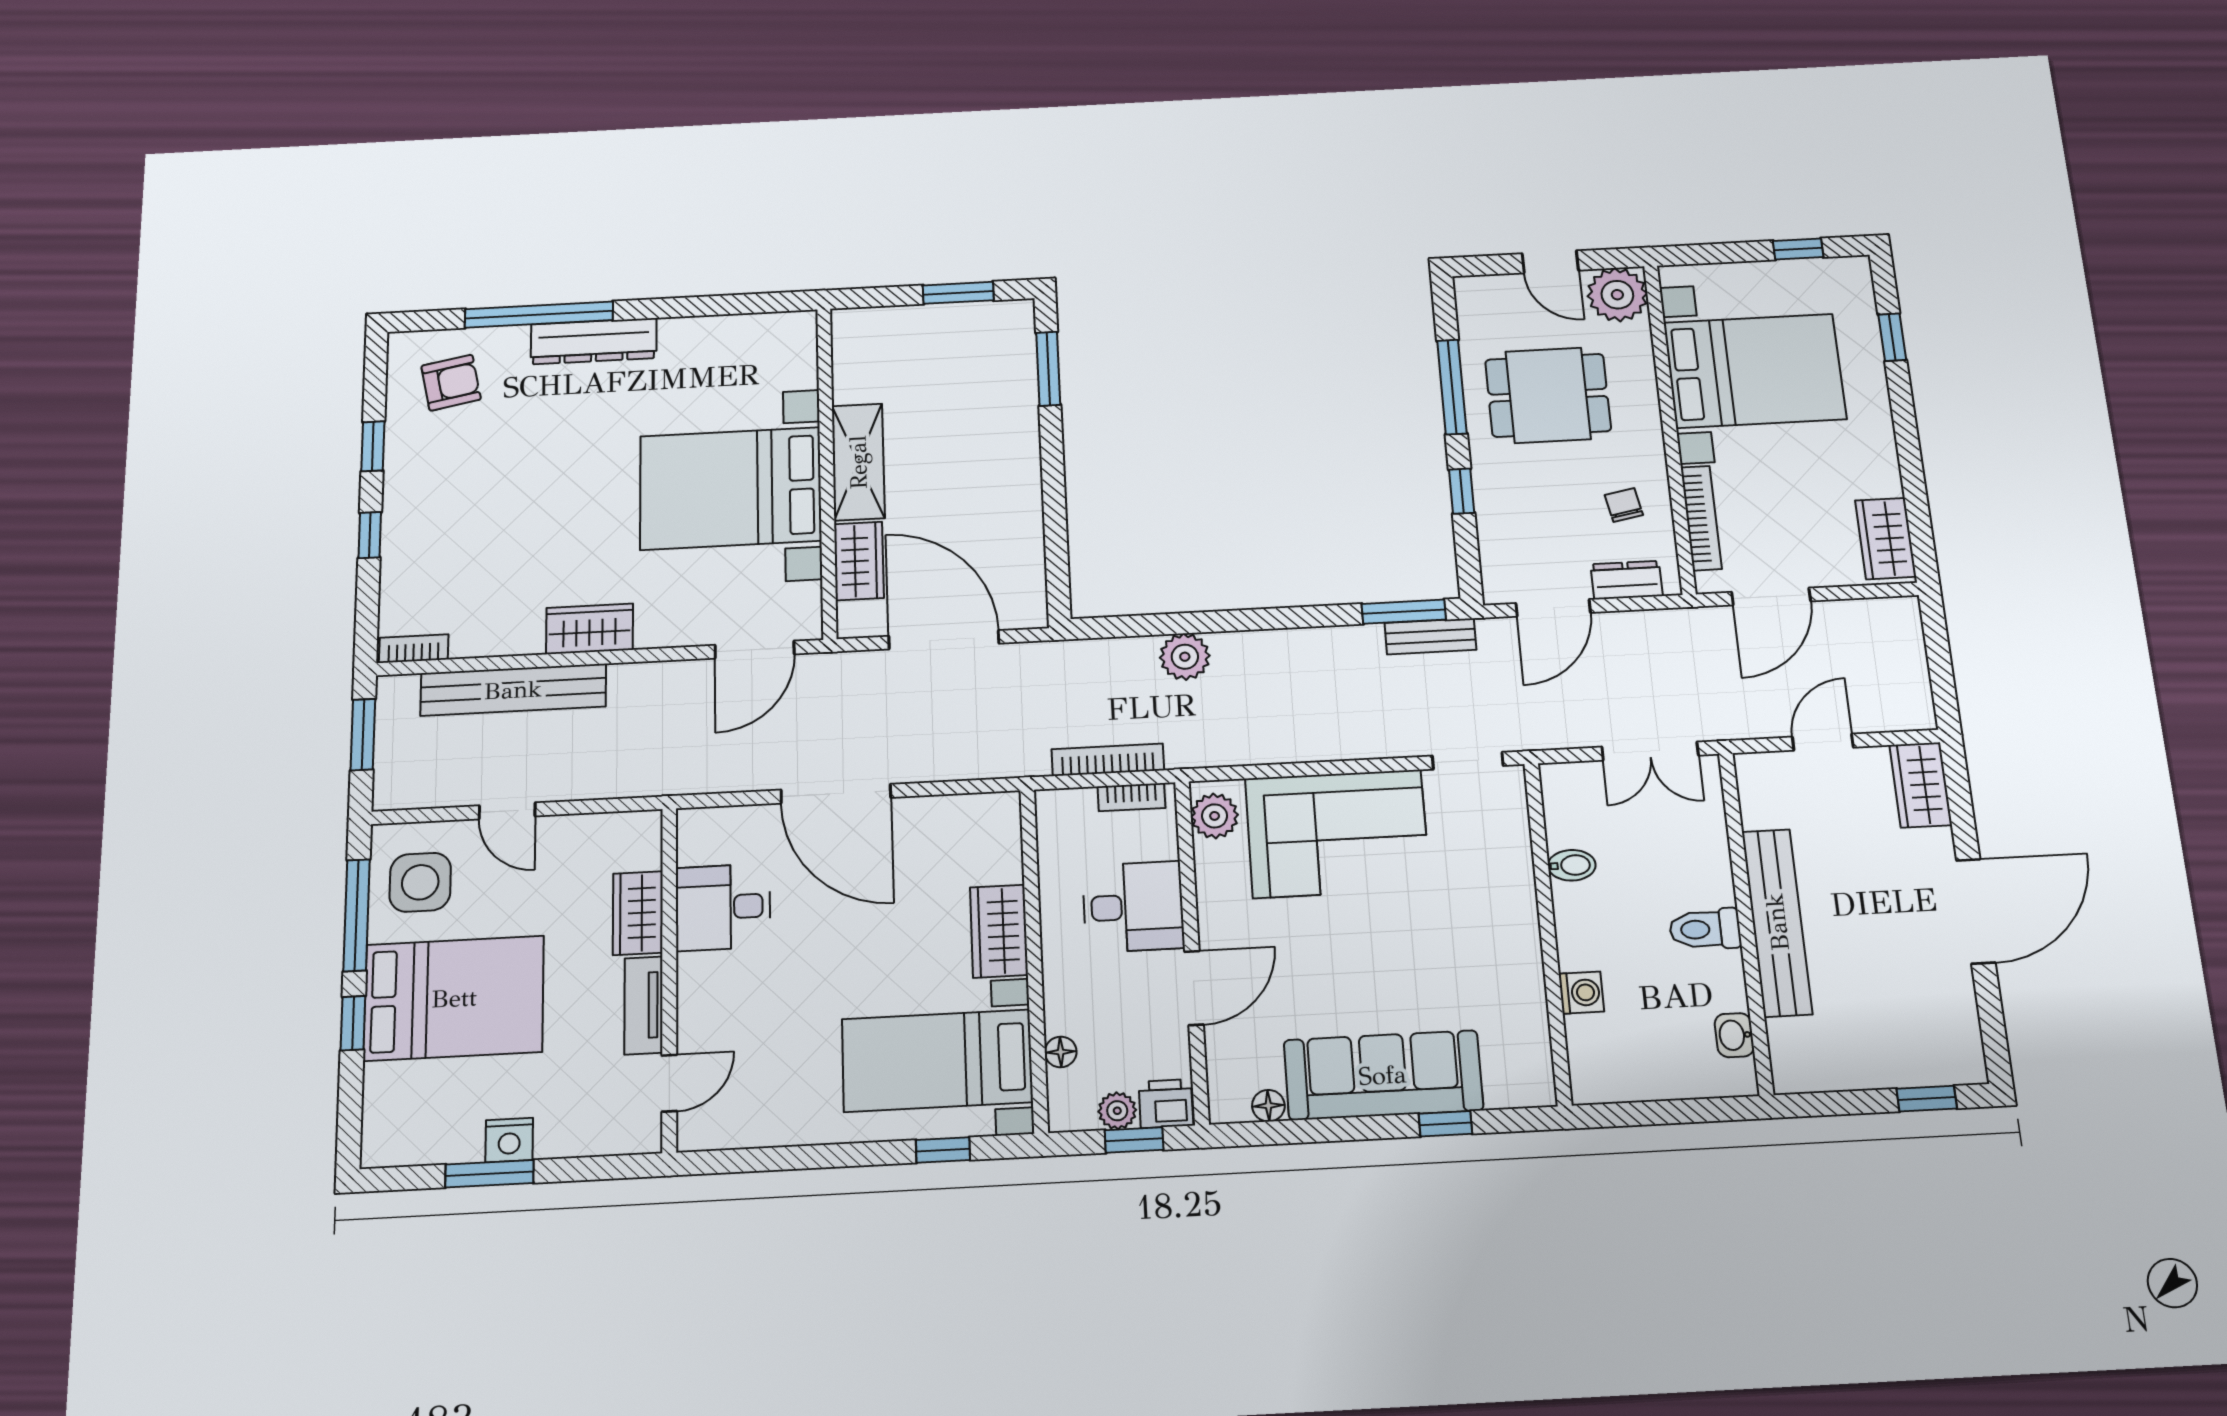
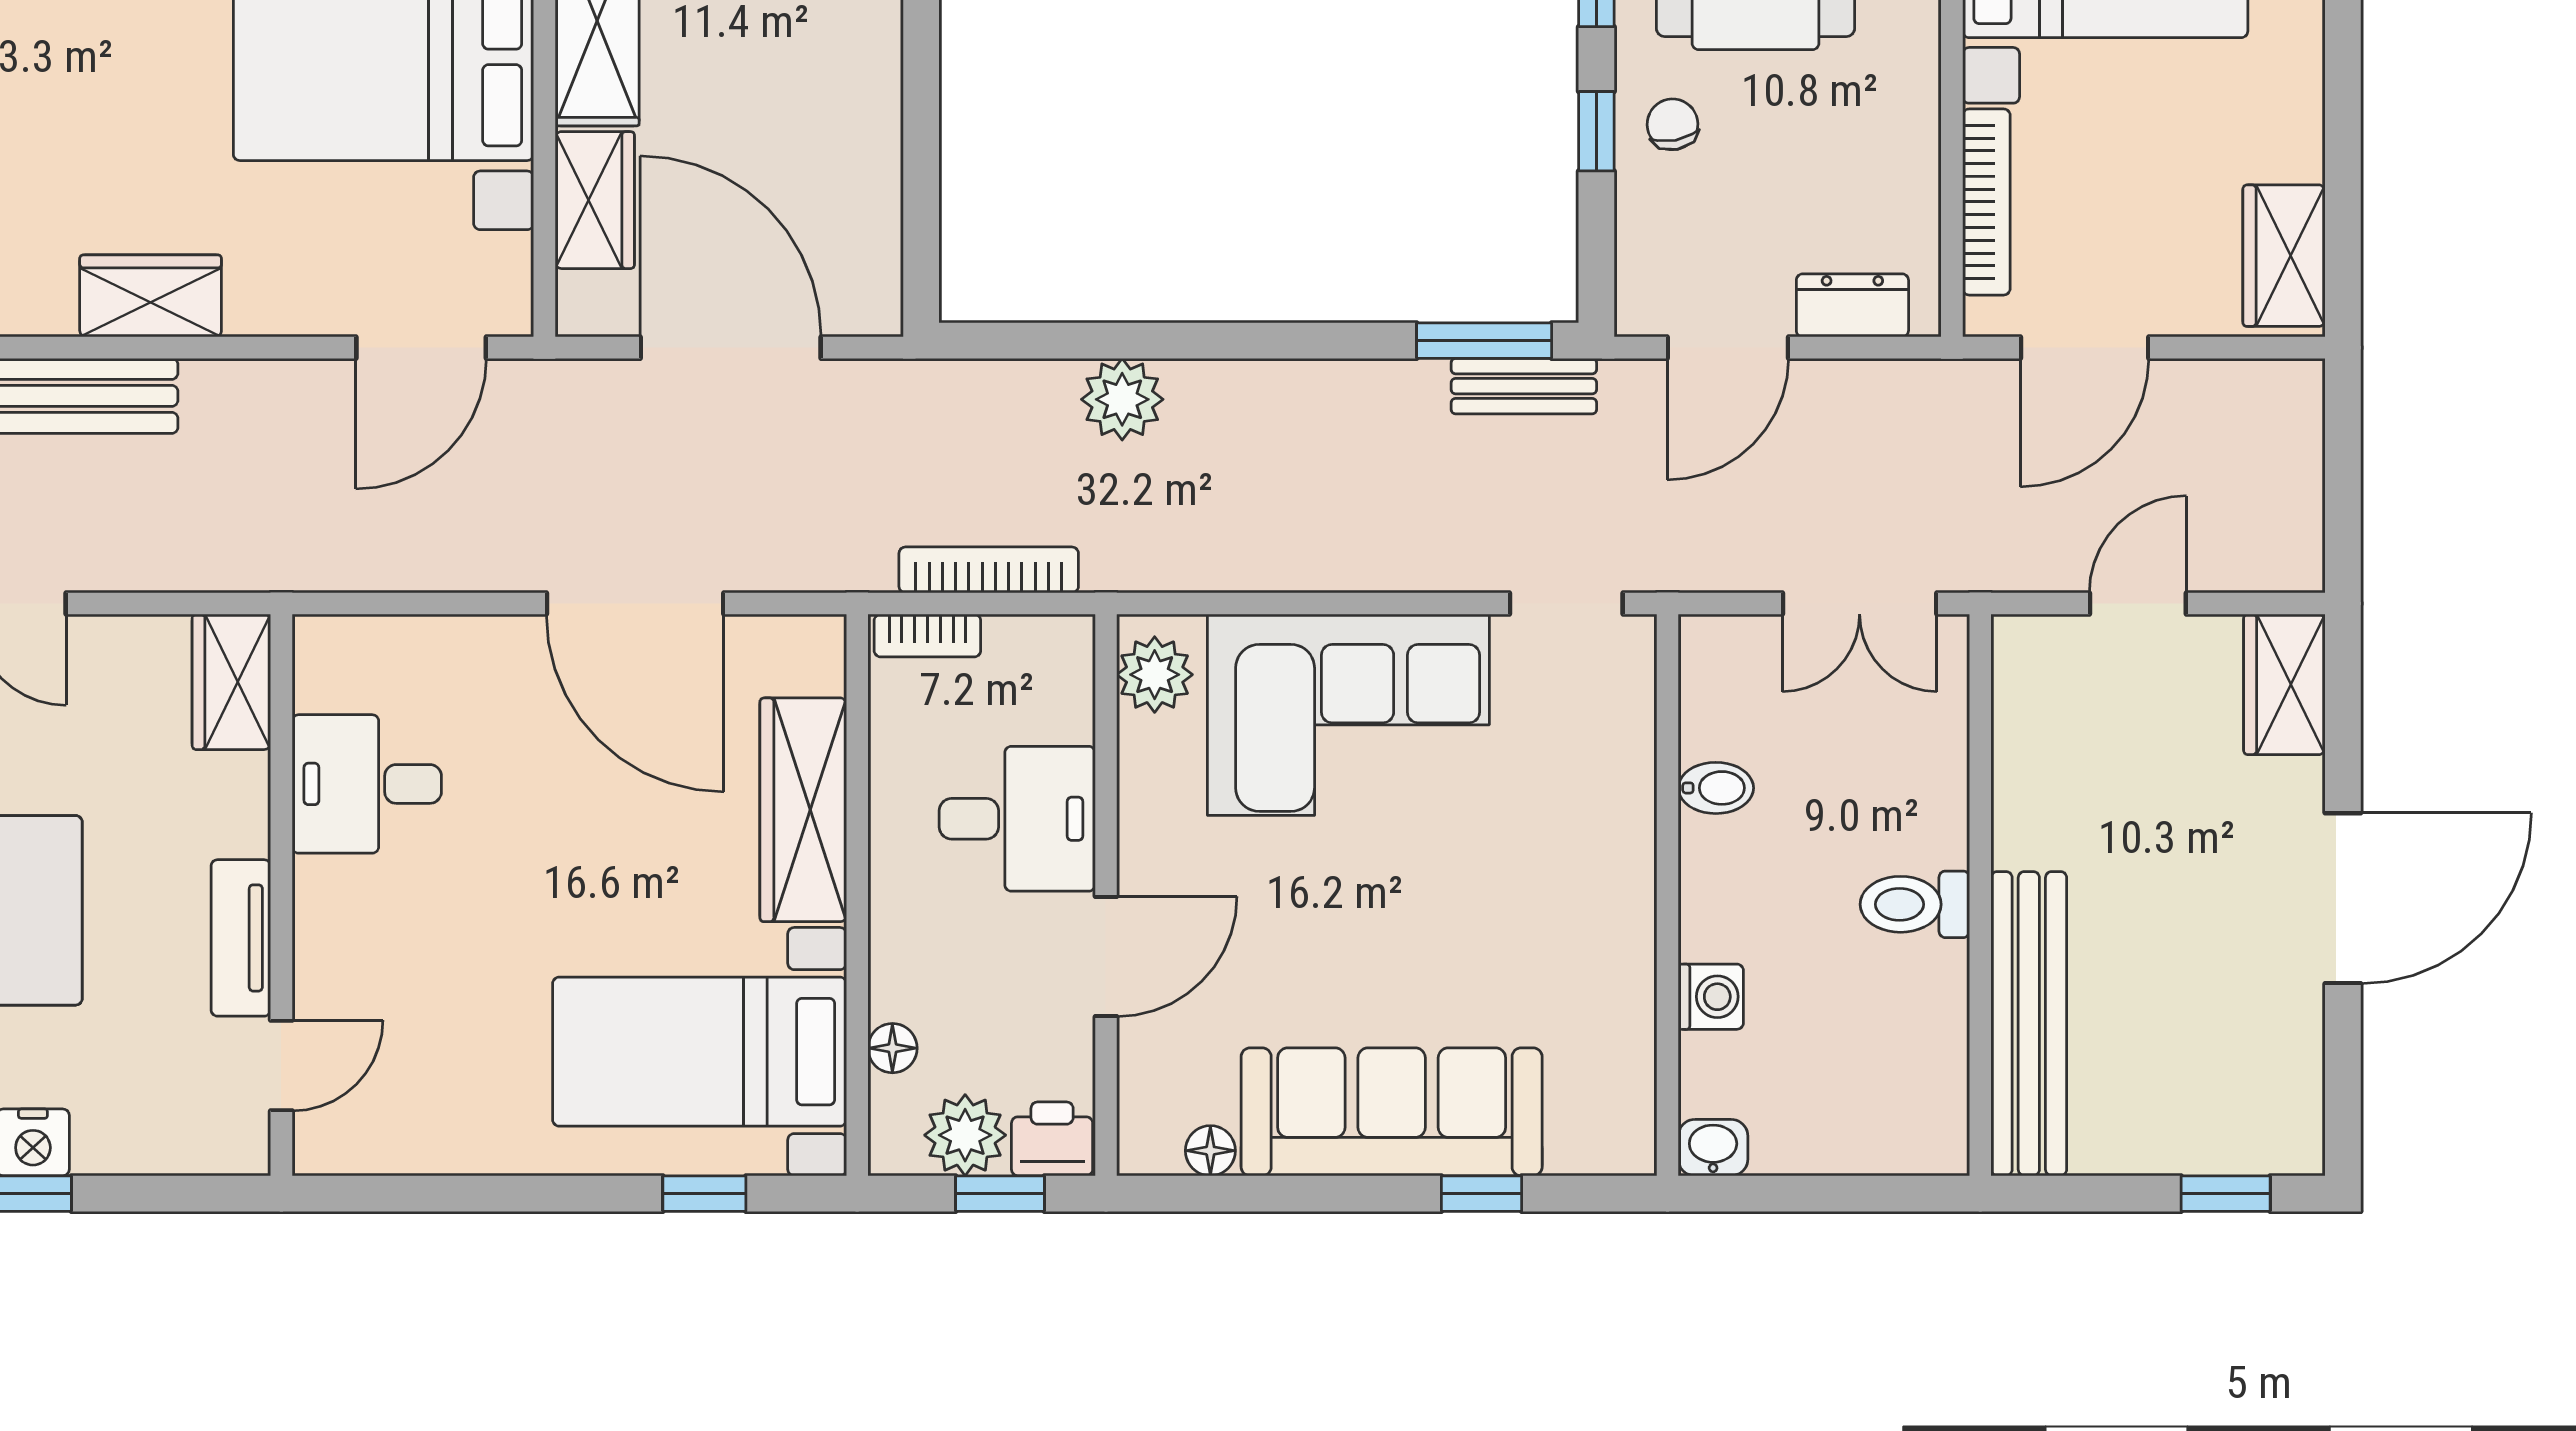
chair: (1624, 505) -> (1673, 124), moved
door: (836, 794) -> (635, 604), moved
bookcase: (1131, 797) -> (927, 636), moved
wardrobe: (638, 913) -> (231, 682), moved
bench: (1777, 922) -> (2029, 1024), moved
wardrobe: (999, 931) -> (803, 810), width x1.50
washbasin: (1734, 1035) -> (1713, 1148), moved, turned 90
plant: (1117, 1111) -> (965, 1135), width x1.38, depth x1.38

